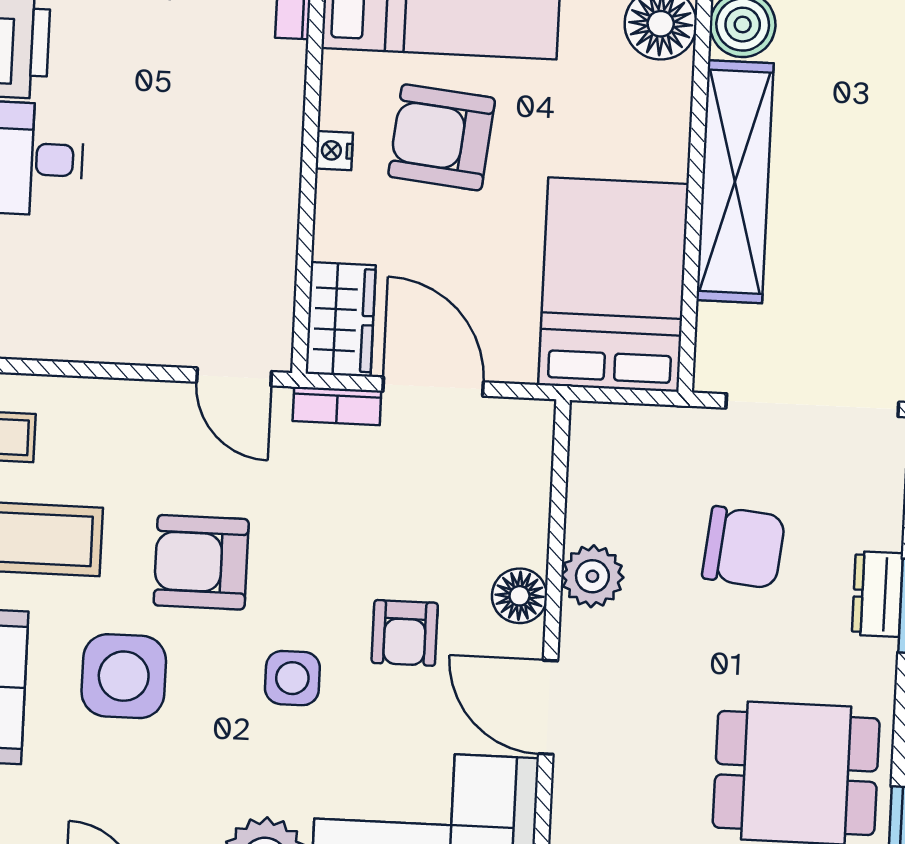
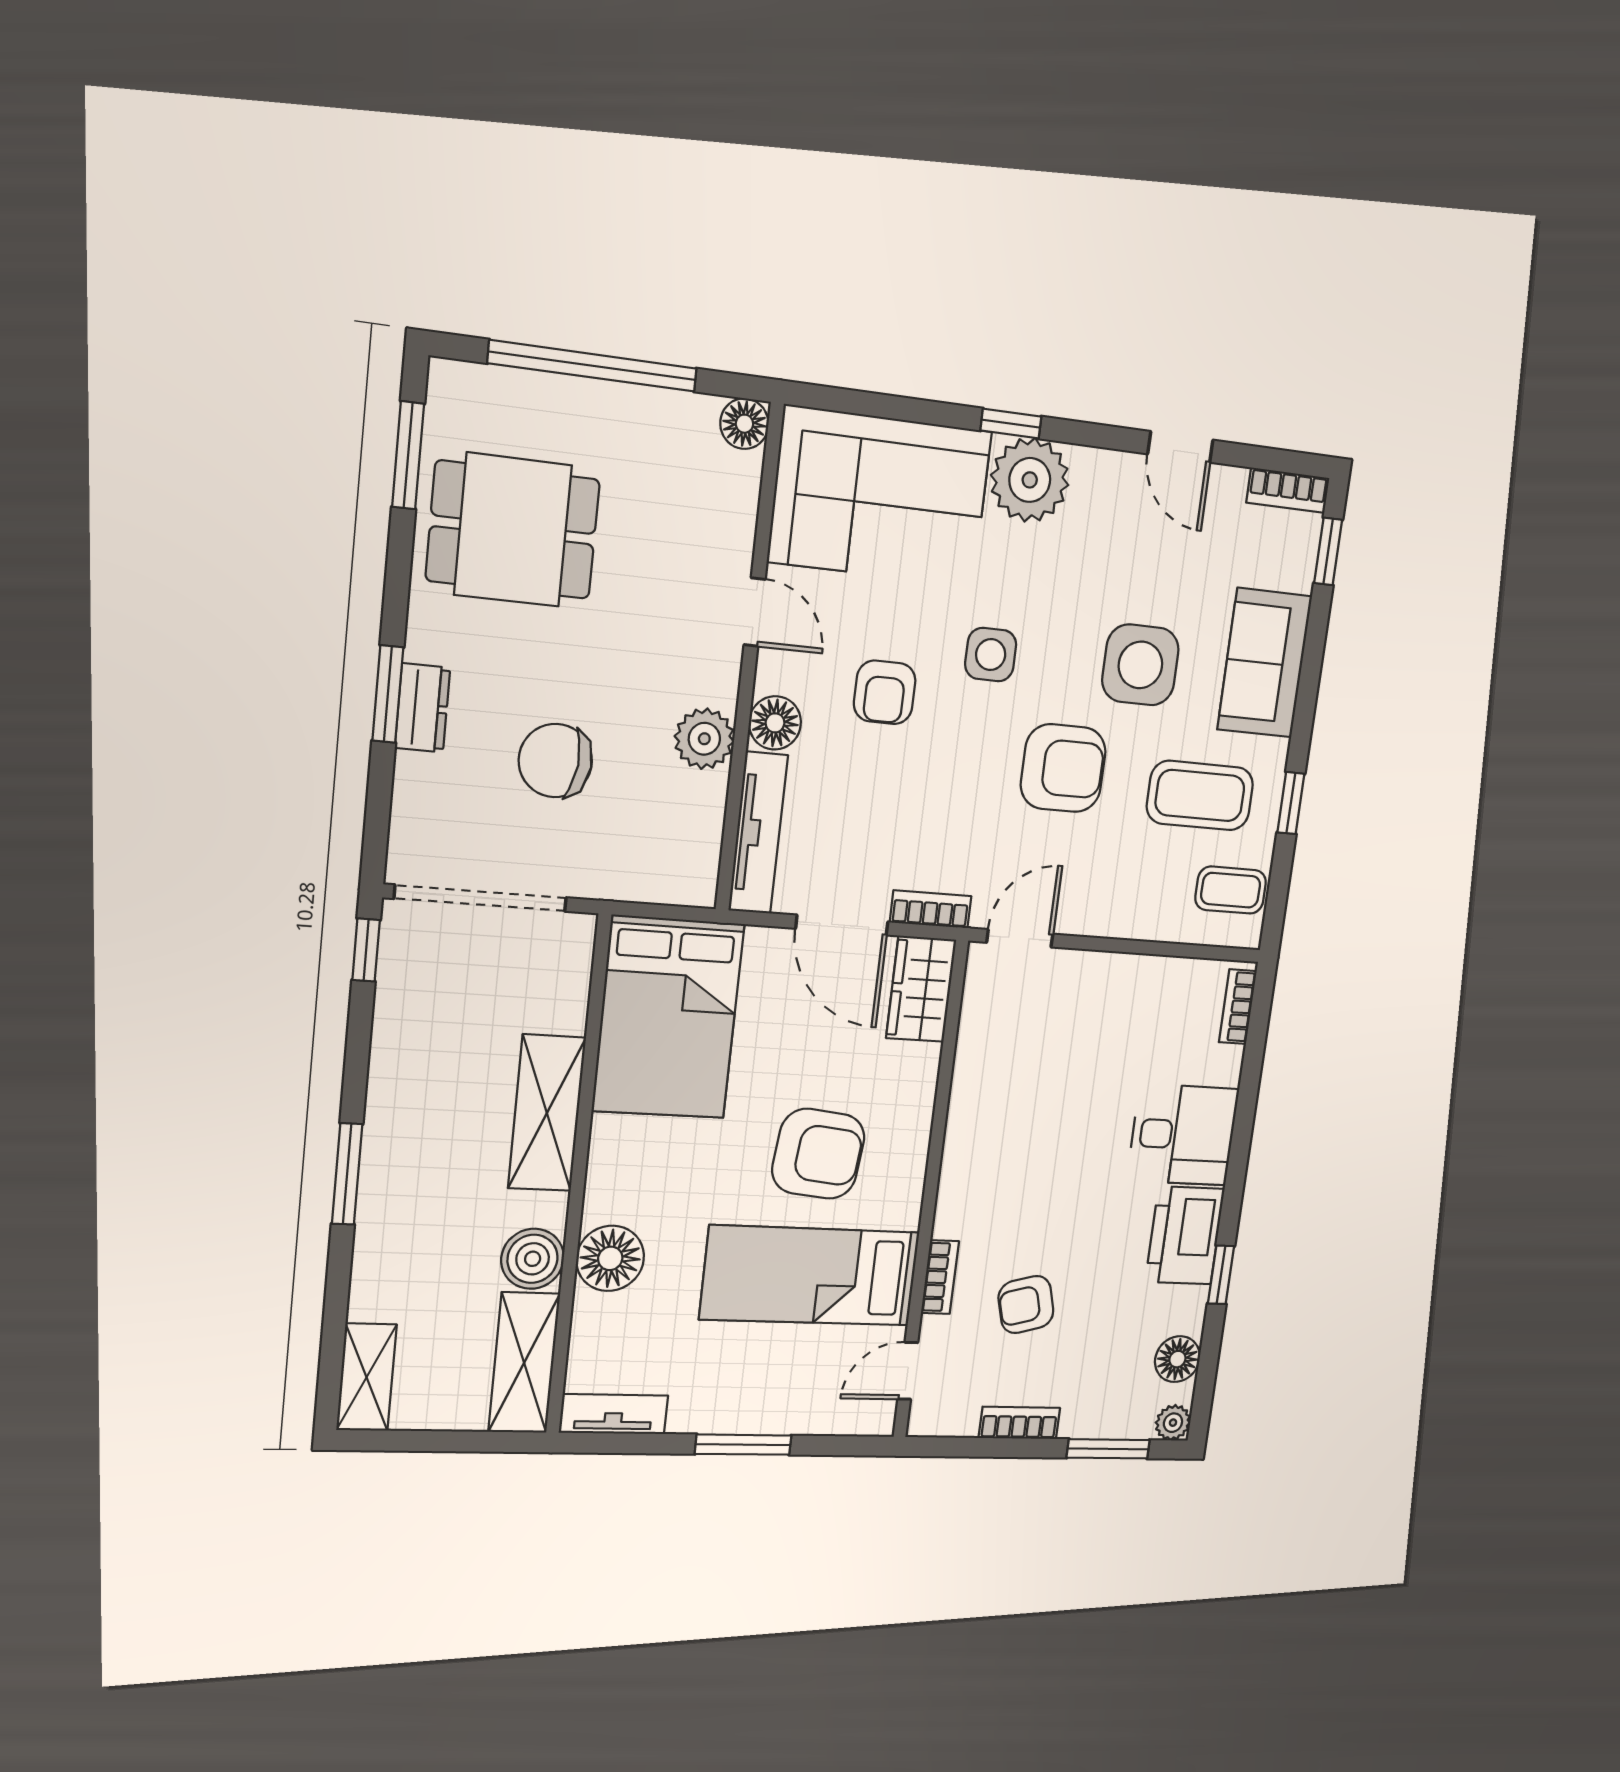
nightstand: (334, 151) -> (915, 1142), removed
shelving: (735, 182) -> (547, 1113), width x0.68
door: (234, 377) -> (1020, 938), hinge flipped
tv unit: (530, 481) -> (758, 833), added
armchair: (405, 633) -> (885, 692), turned 180
door: (548, 707) -> (755, 612), width x0.73

